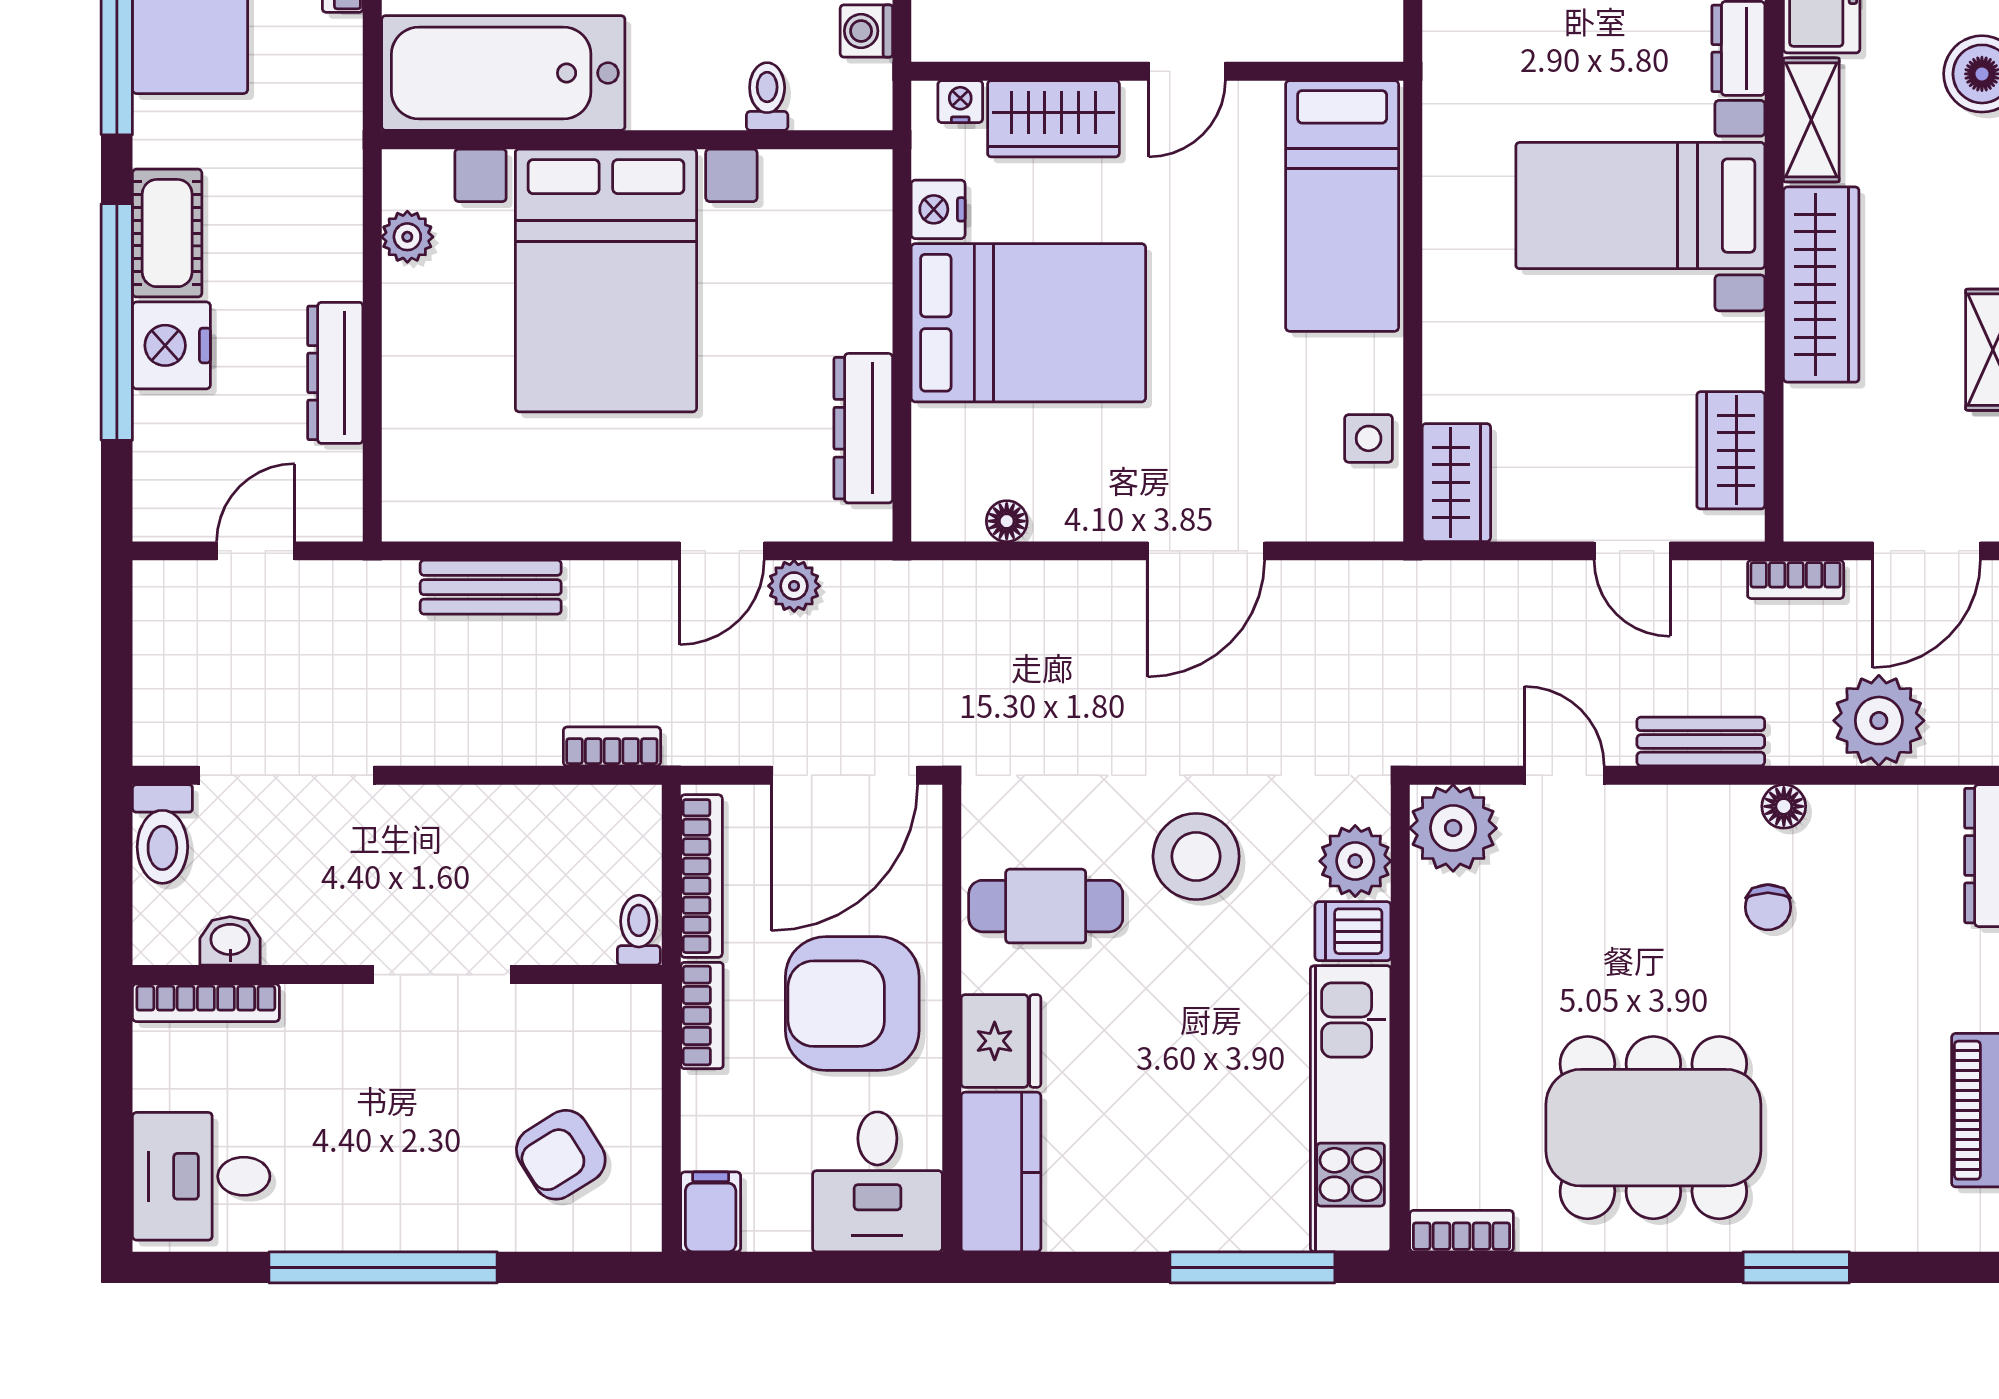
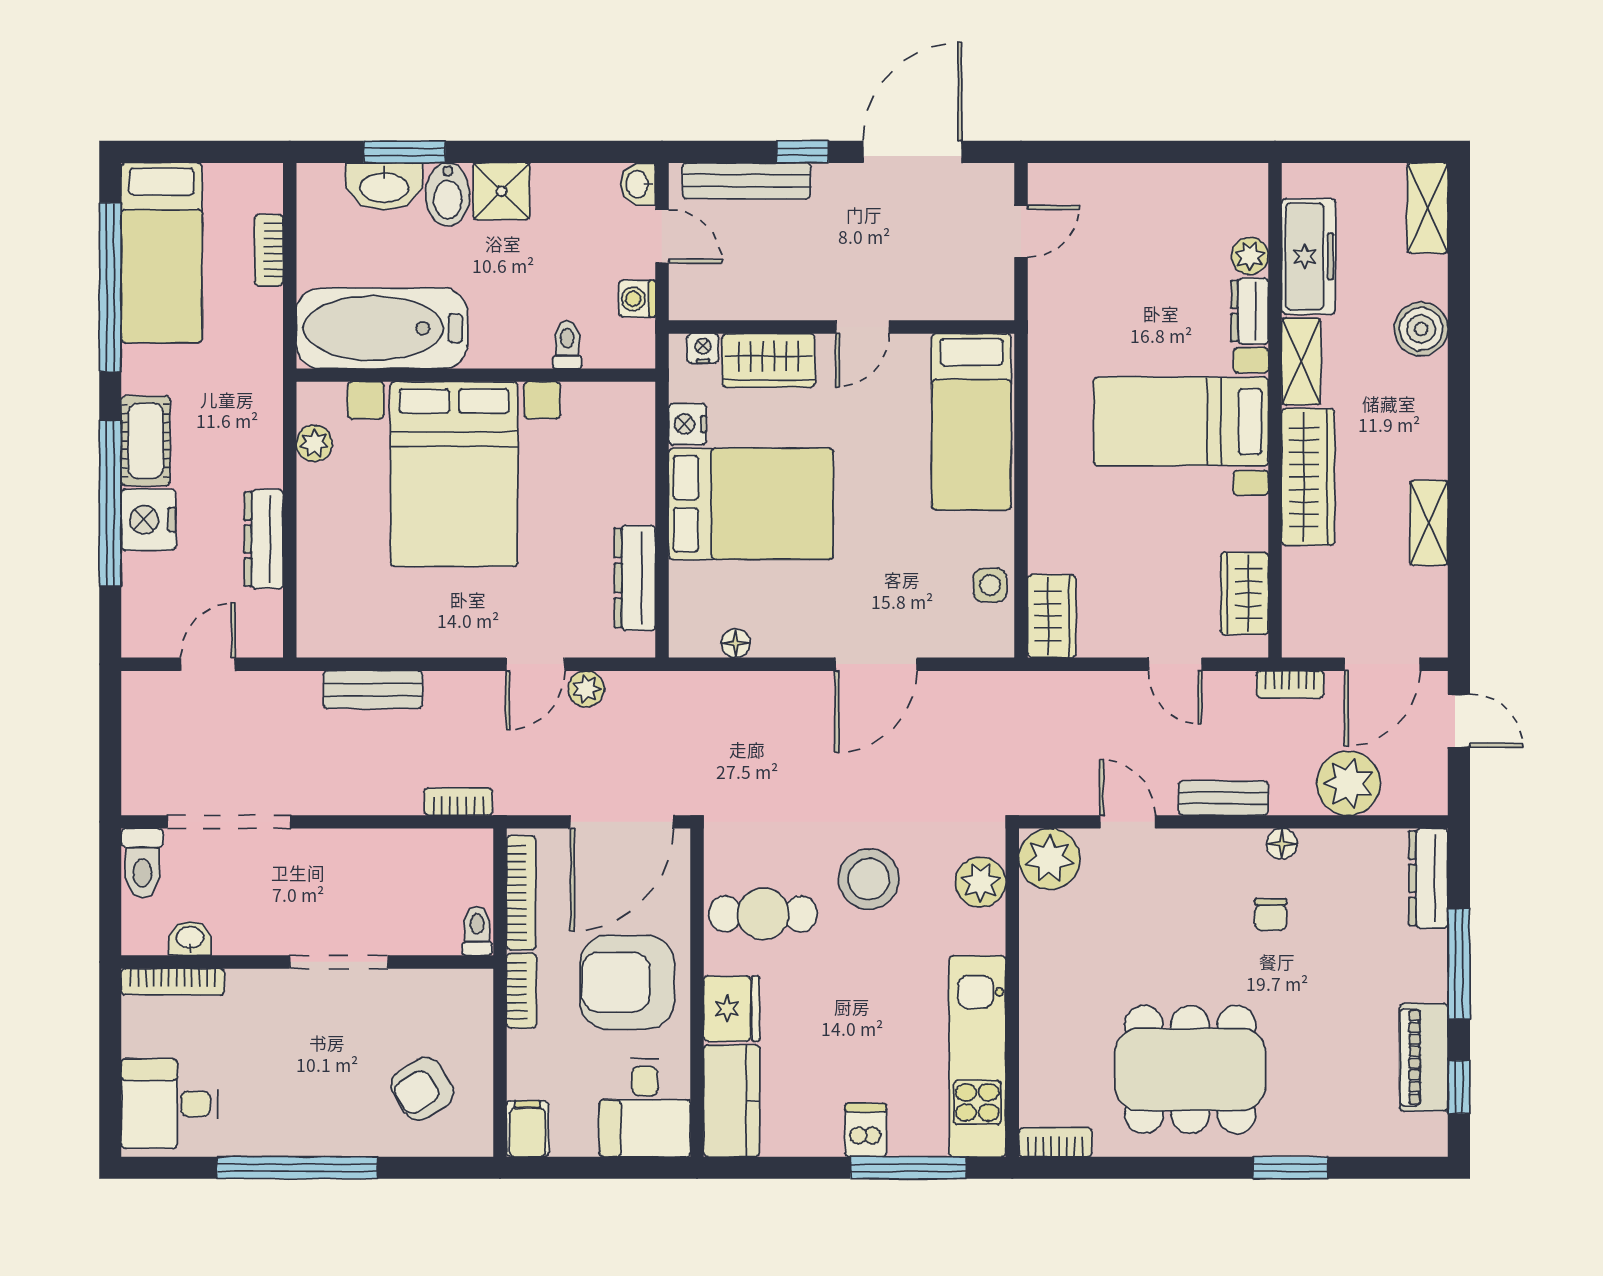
dishwasher: (1353, 931) -> (866, 1130), moved, turned 90

